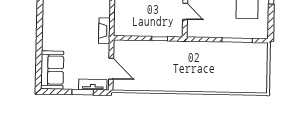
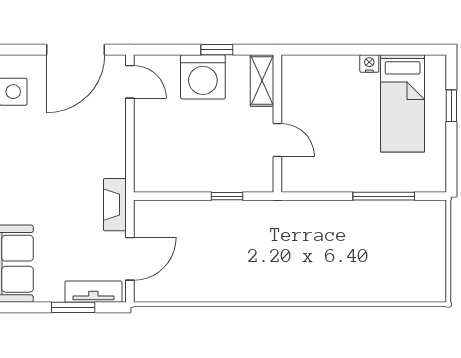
fireplace: (104, 31) -> (115, 205), moved
door: (111, 69) -> (130, 259), hinge flipped

